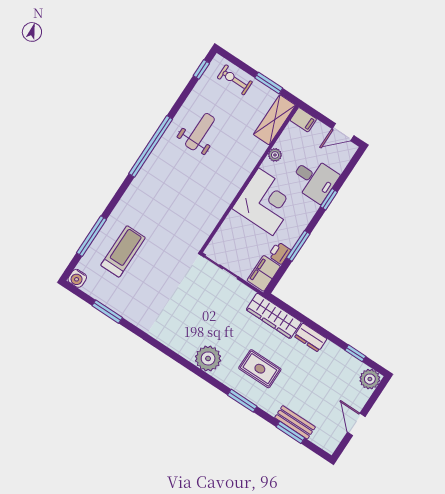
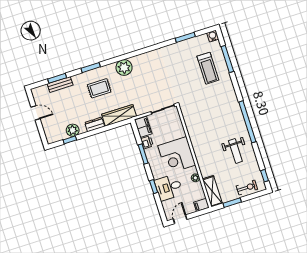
plant: (370, 379) -> (73, 130), moved

